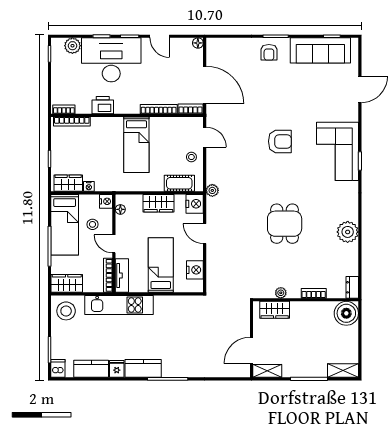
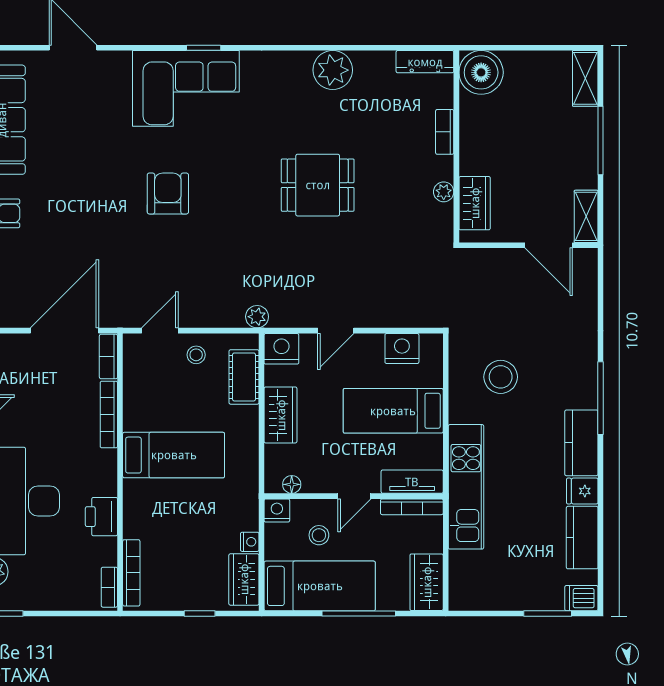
dresser: (352, 287) -> (425, 62), width x1.44
stool: (66, 311) -> (501, 377), moved

